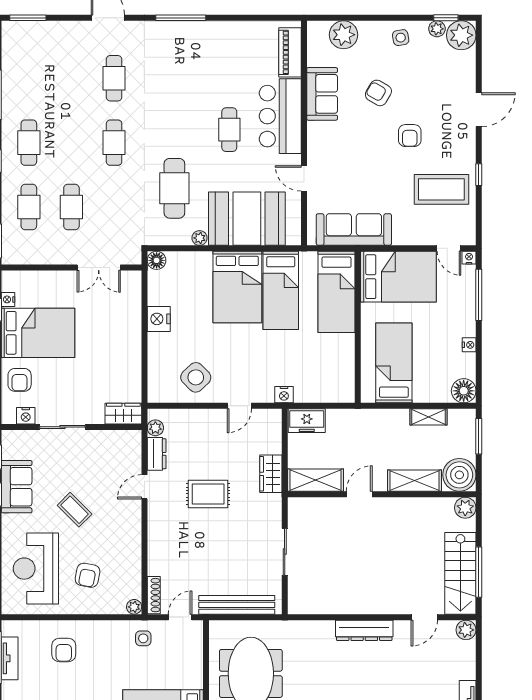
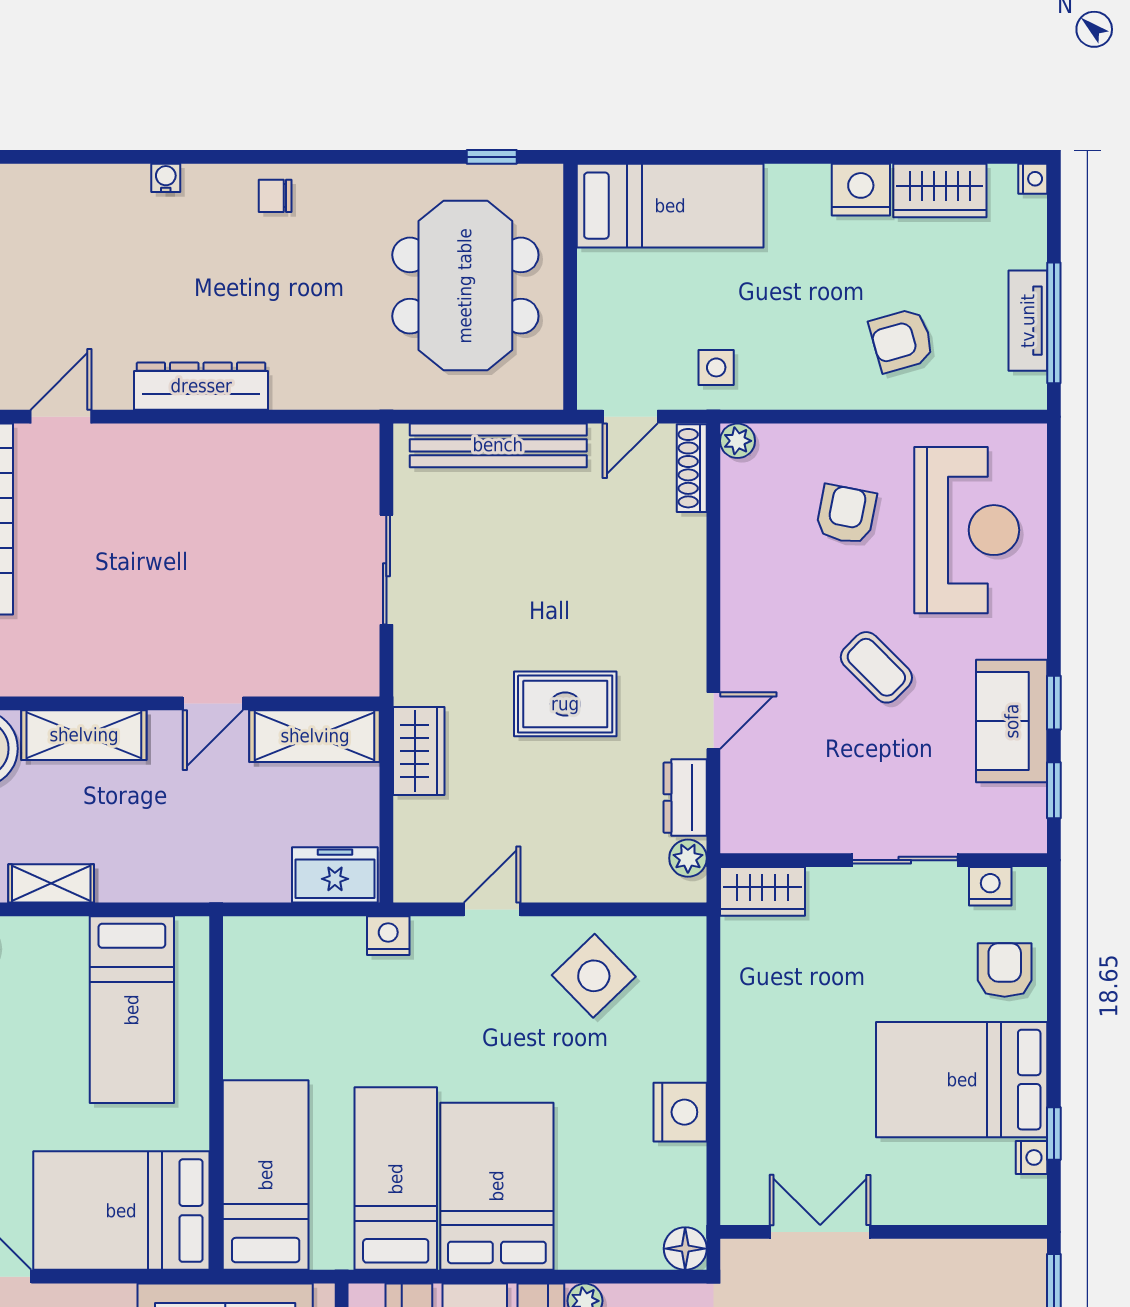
armchair: (64, 650) -> (902, 340), turned -106

